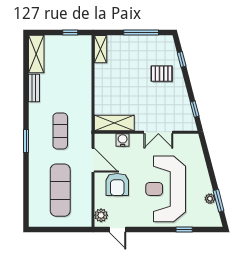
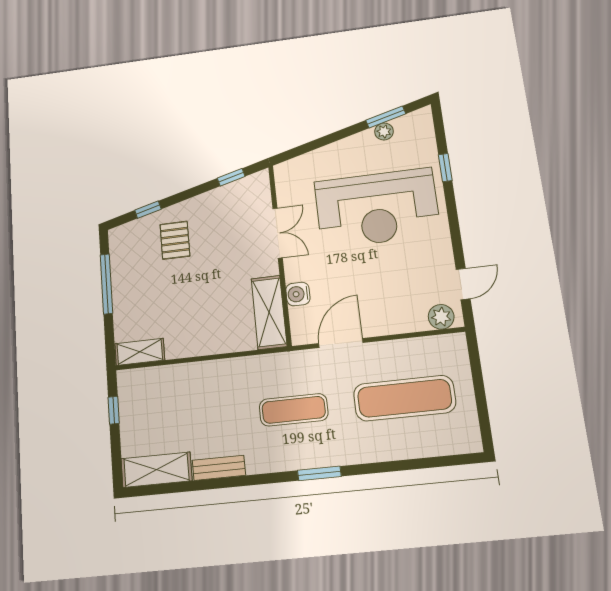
armchair: (117, 185) -> (380, 294), removed

